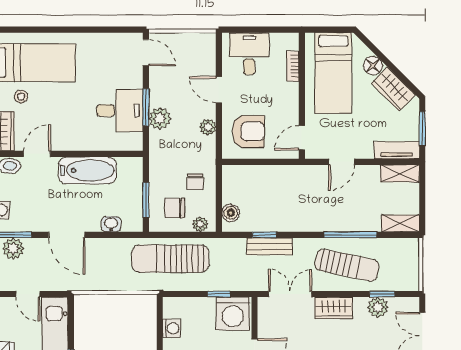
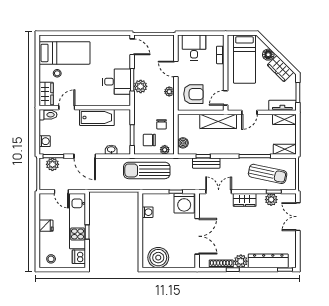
shelving: (289, 177) -> (218, 121), added
sun lounger: (347, 265) -> (268, 174), moved

